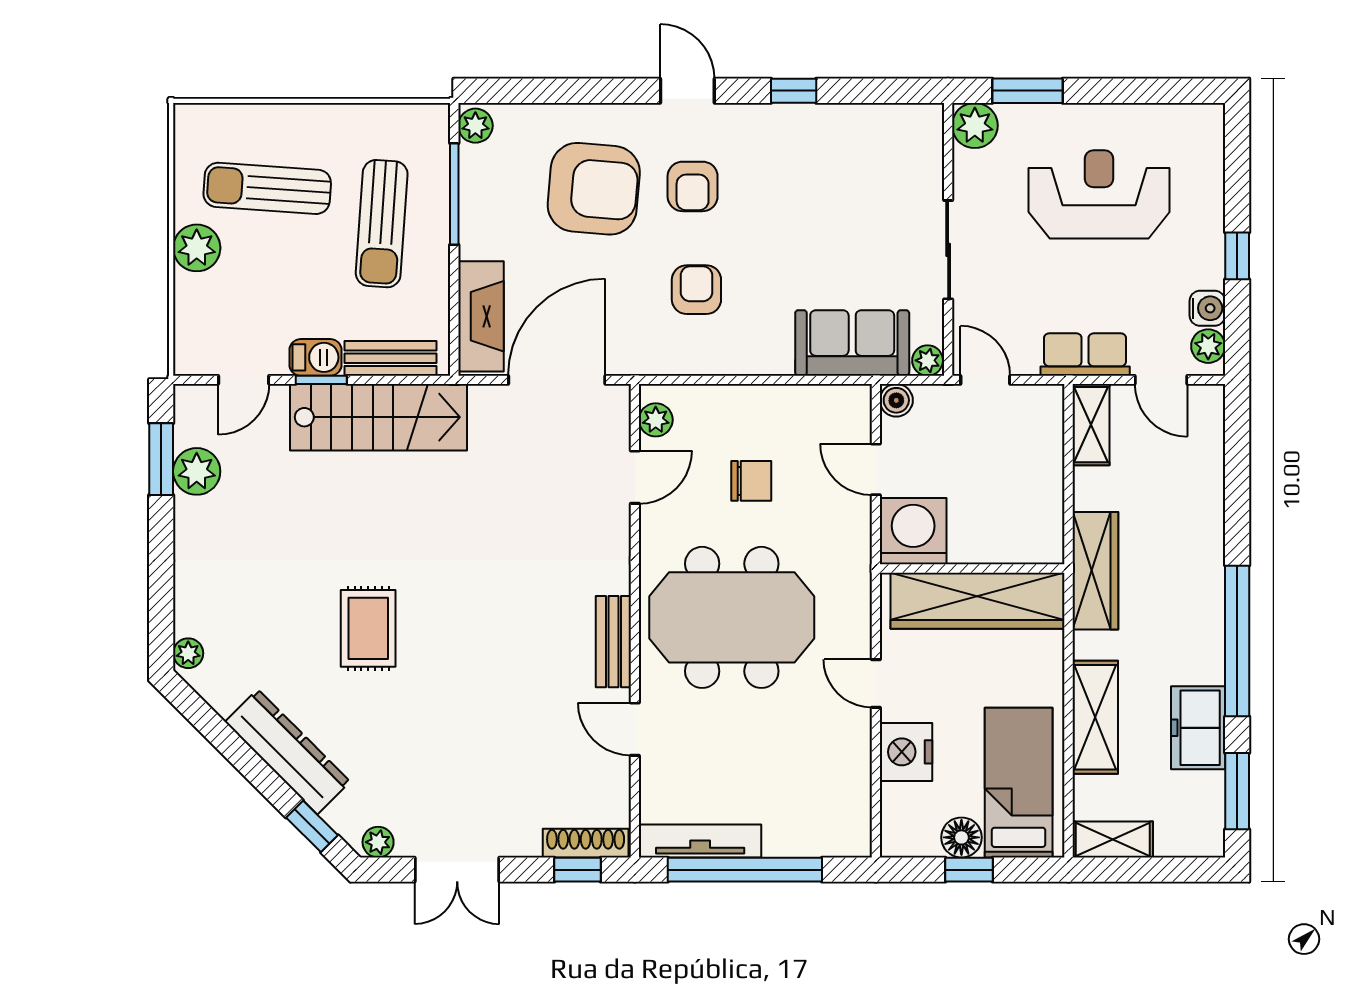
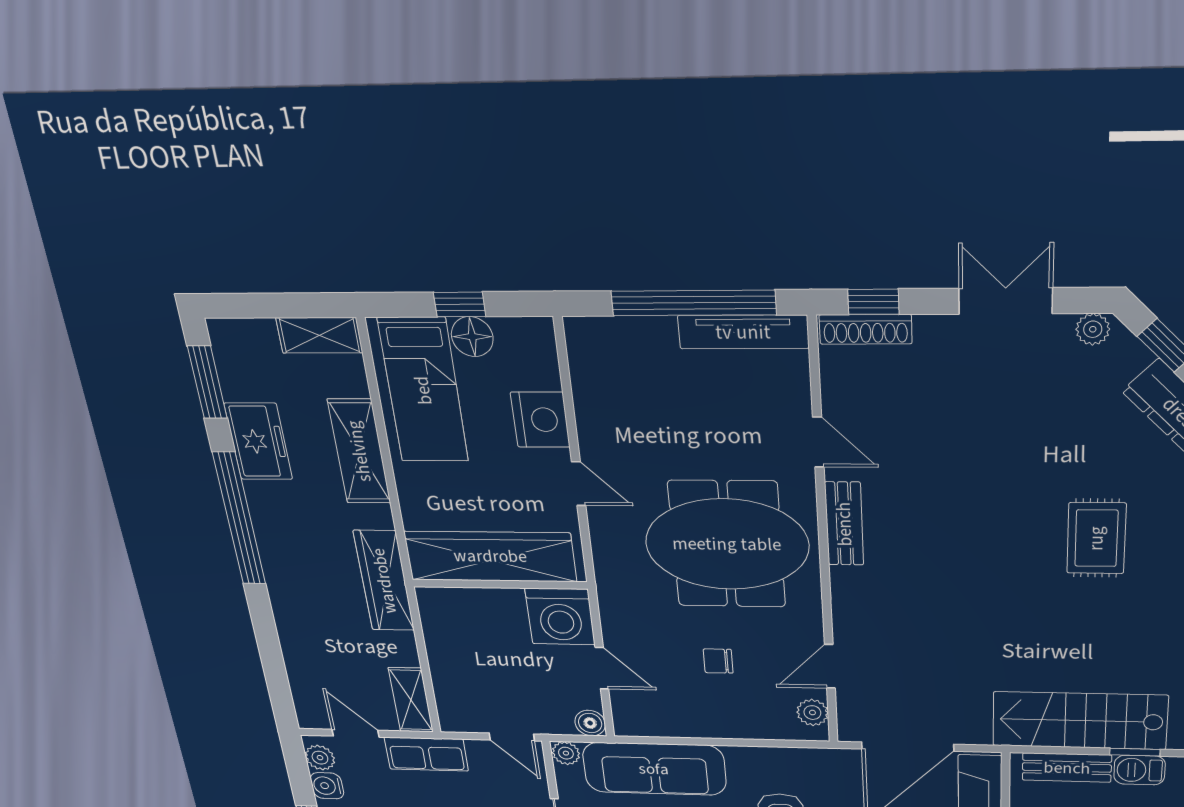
sofa: (852, 343) -> (654, 769), width x1.36
chair: (751, 481) -> (718, 661), width x0.73, depth x0.73

